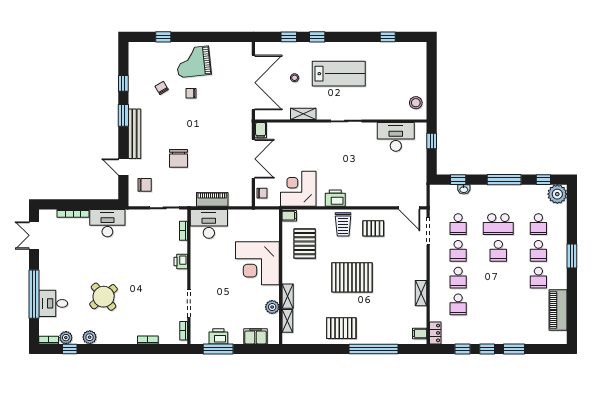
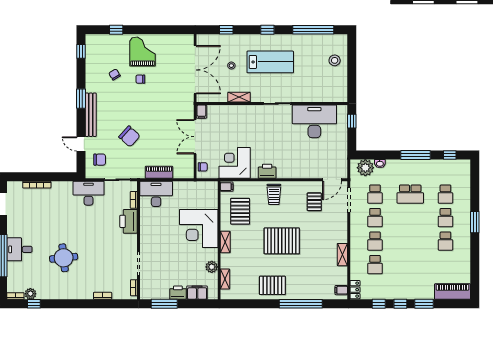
window: (317, 37) -> (267, 30), moved
window: (388, 37) -> (313, 30), width x3.17
grand piano: (193, 62) -> (143, 52), turned 96
window: (123, 83) -> (81, 51), moved
stool: (416, 103) -> (335, 60), moved
desk: (396, 137) -> (314, 121), width x1.36, depth x1.30
chair: (178, 158) -> (129, 136), turned -48
double door: (253, 159) -> (195, 137), swing flipped
window: (458, 180) -> (375, 155), removed
plant: (557, 194) -> (365, 168), moved
door: (409, 208) -> (332, 180), hinge flipped
desk: (107, 223) -> (89, 193), moved
pallet: (373, 228) -> (314, 202), moved, turned 90
school desk: (498, 251) -> (410, 218), removed
printer: (181, 262) -> (129, 221), width x1.87, depth x1.48
shelving: (288, 296) -> (225, 242), moved
round table: (104, 297) -> (64, 258), turned 34
desk: (53, 303) -> (19, 249), moved
piano: (558, 310) -> (453, 292), moved, turned 90
printer: (218, 336) -> (178, 293), moved
plant: (90, 337) -> (51, 293), removed

